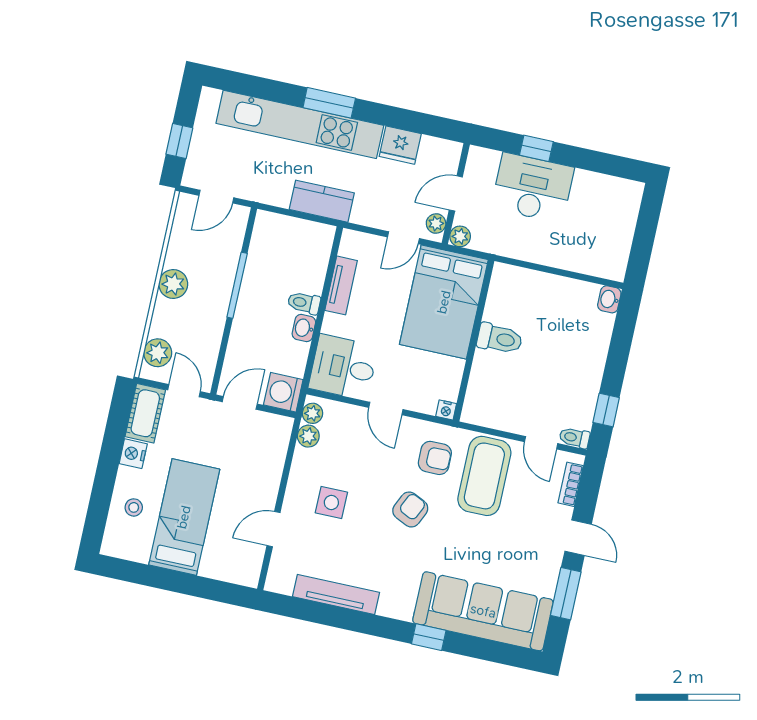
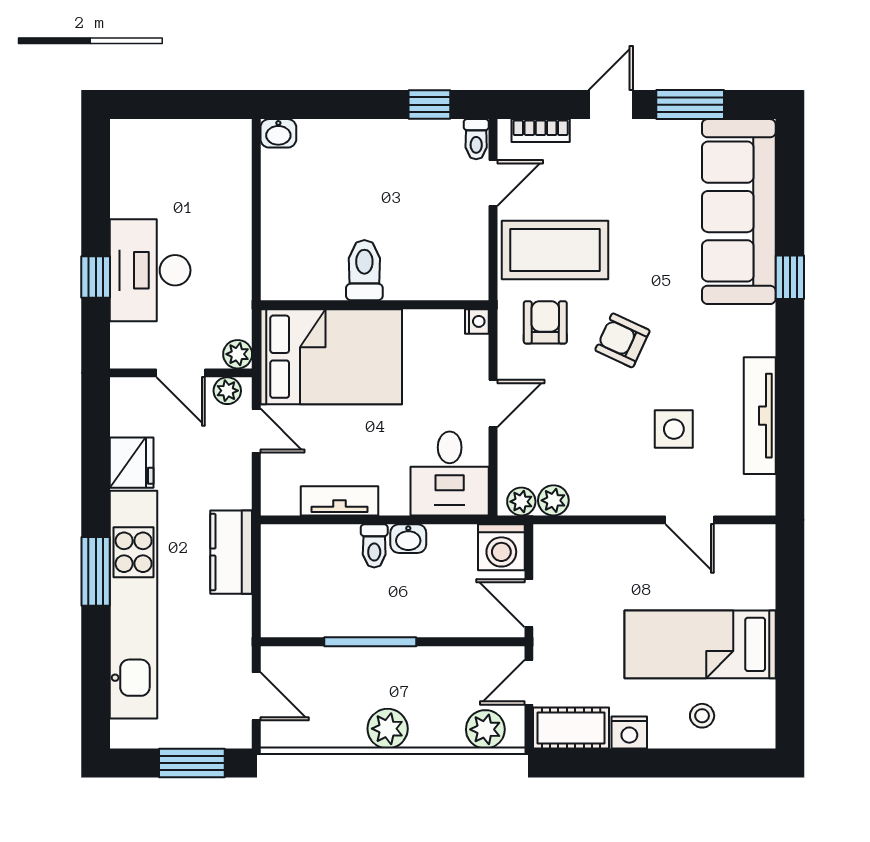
window: (179, 141) -> (192, 763), width x1.50
side table: (331, 503) -> (674, 429), moved

